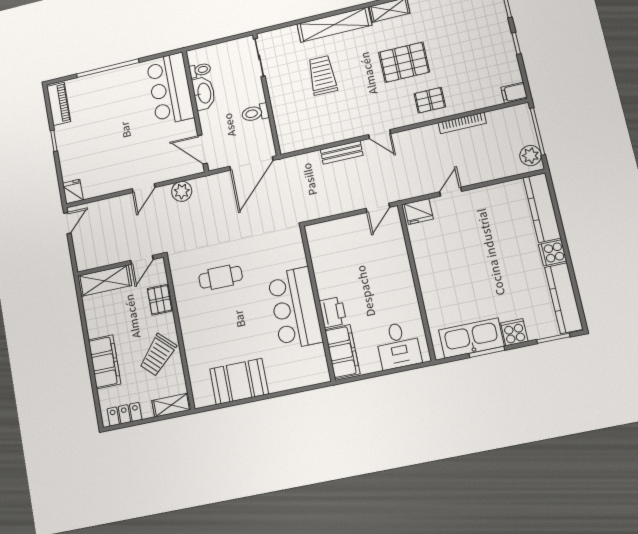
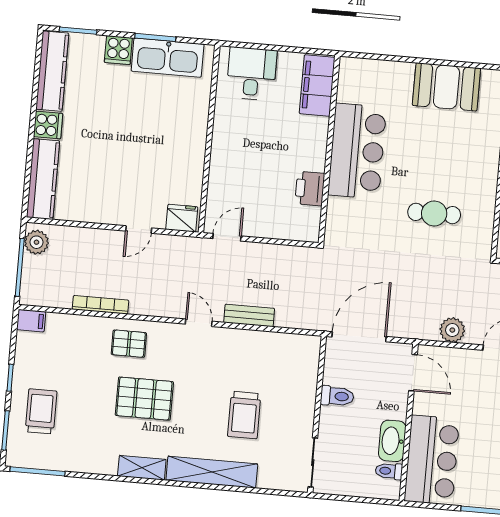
trolley: (483, 26) -> (41, 411), added
printer: (333, 312) -> (310, 189), moved

